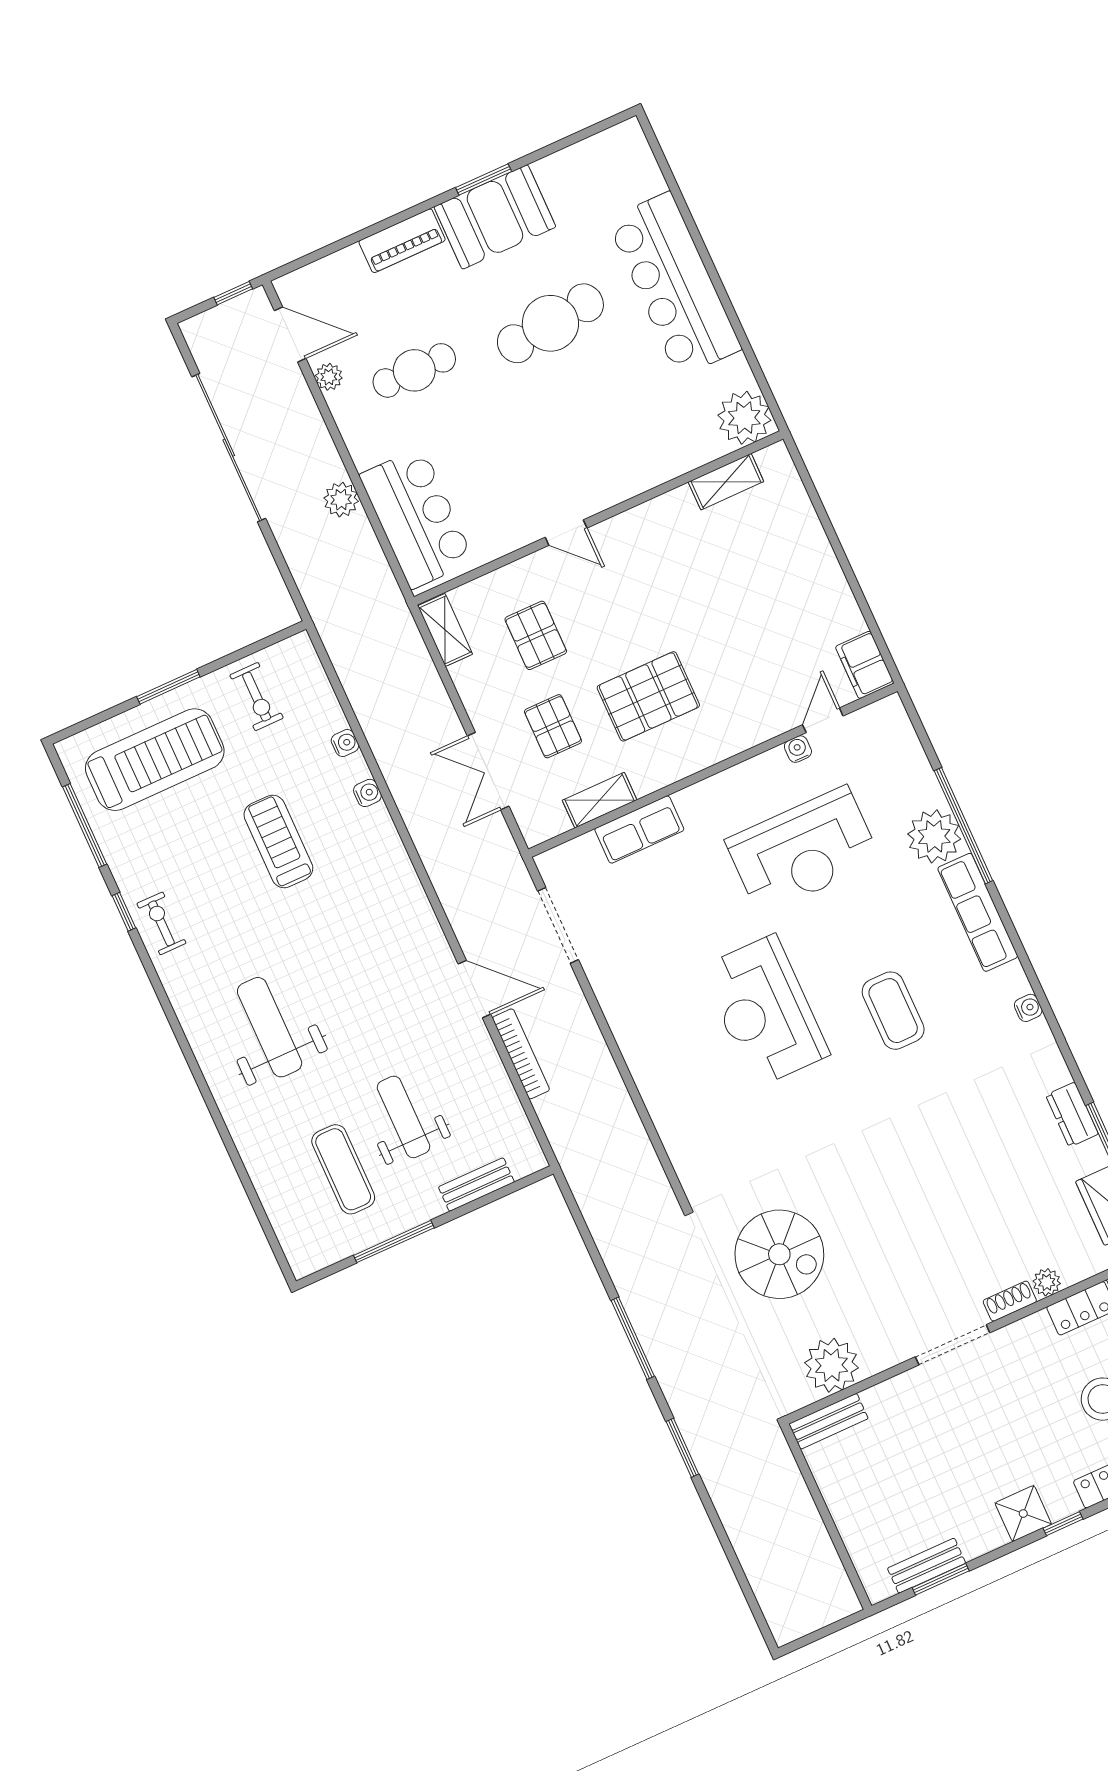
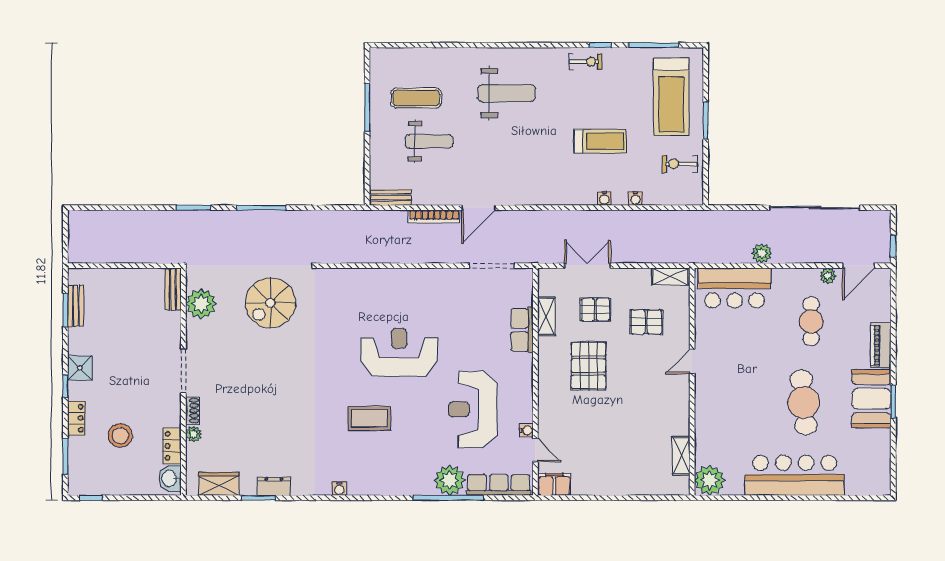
row of seats: (978, 912) -> (499, 485), moved
bench: (476, 1185) -> (391, 198), moved, turned 90

